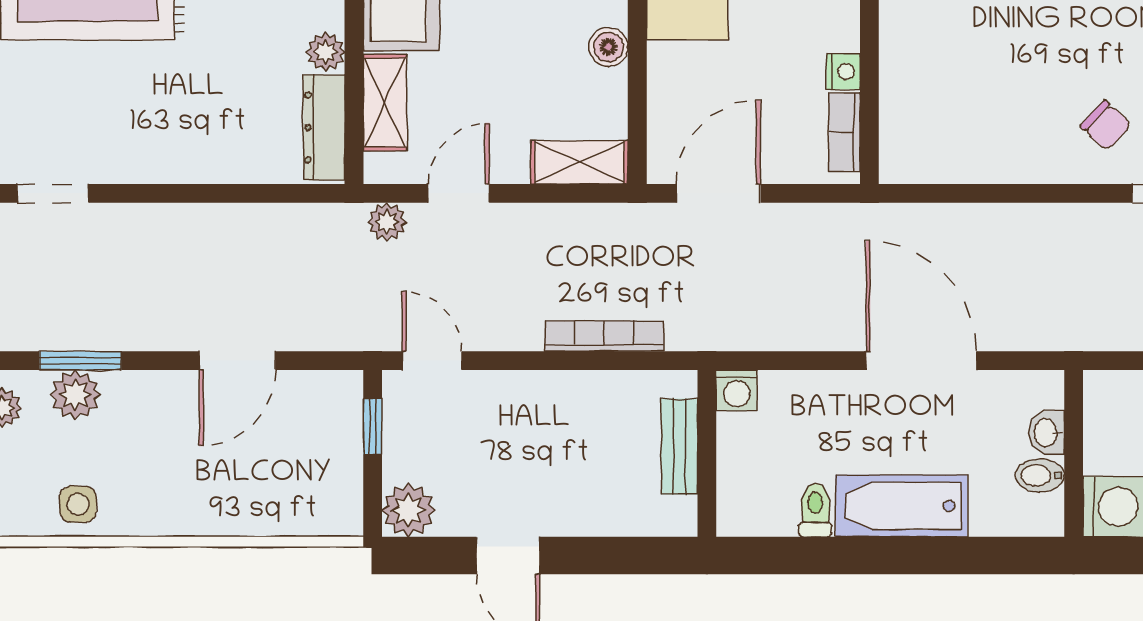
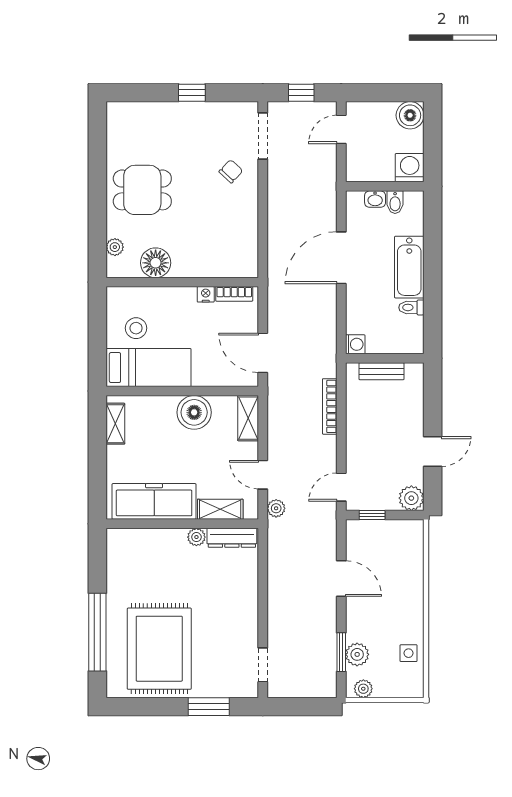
boiler: (608, 47) -> (194, 412), width x1.86, depth x1.86

